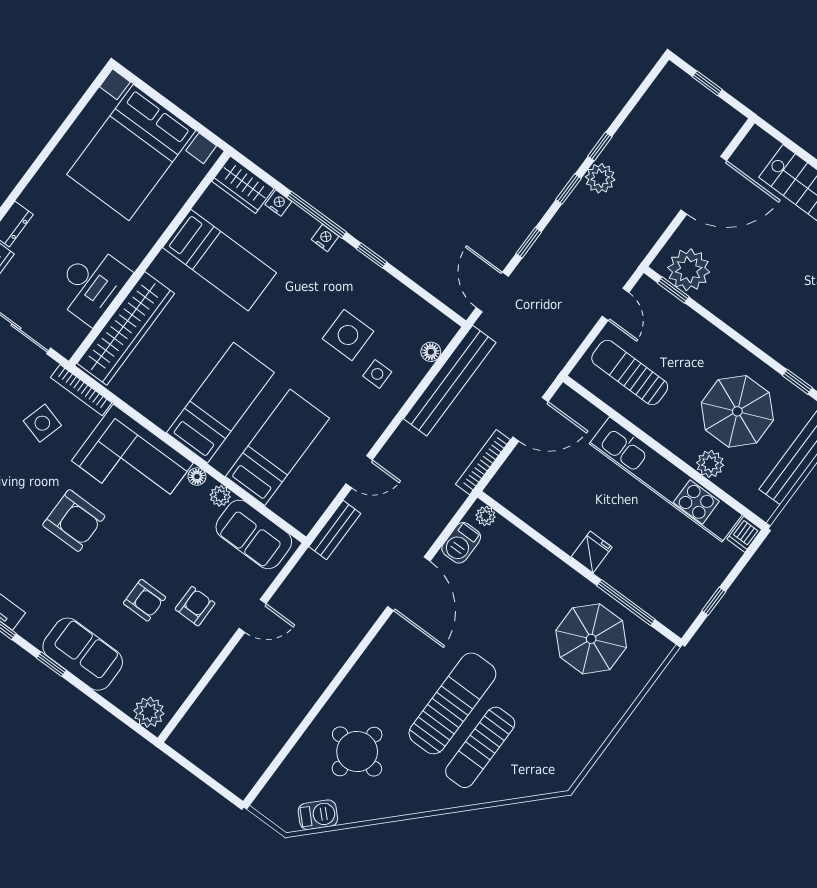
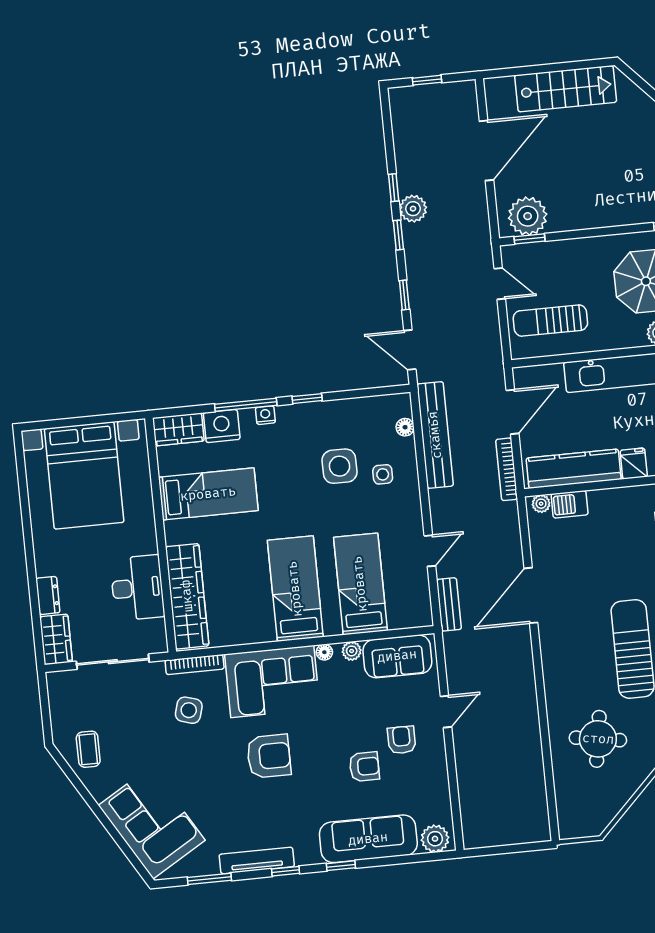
nightstand: (278, 203) -> (222, 426), width x1.89, depth x1.79
kitchen counter: (538, 511) -> (574, 469), added
barbecue: (461, 543) -> (570, 504), moved, turned 90
door: (409, 584) -> (531, 595), swing flipped
sofa: (83, 654) -> (368, 839), width x1.36
barbecue: (318, 815) -> (610, 805), removed

